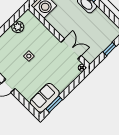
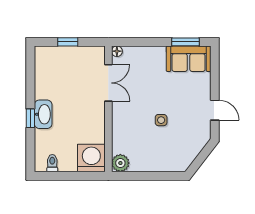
plant: (18, 27) -> (120, 163), moved
double door: (71, 49) -> (108, 83), swing flipped

